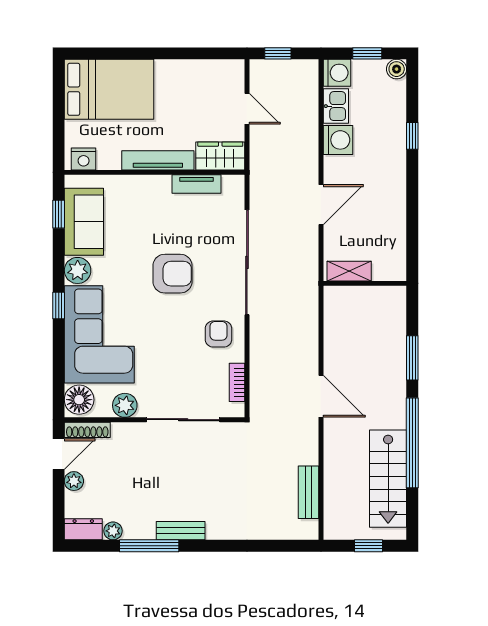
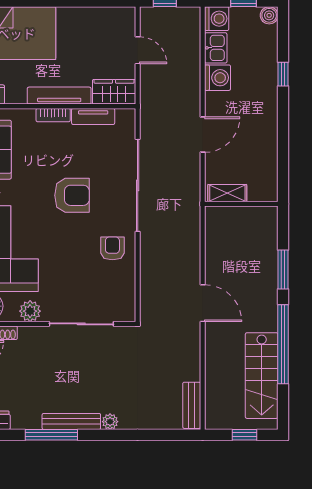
bookcase: (237, 382) -> (53, 115), moved, turned -90
bench: (309, 492) -> (192, 405), moved
plant: (113, 531) -> (110, 422), moved
bench: (181, 531) -> (71, 421), width x1.36

